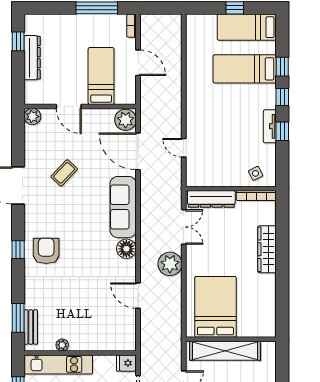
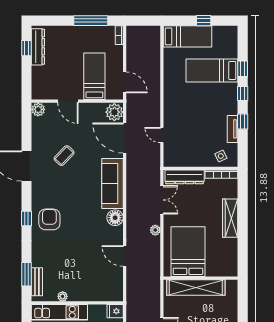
bed: (247, 27) -> (188, 36), moved, turned 180
dresser: (32, 58) -> (38, 47), moved
door: (138, 63) -> (125, 82), moved
tv unit: (270, 126) -> (232, 129), moved
plant: (170, 264) -> (155, 230), width x0.53, depth x0.53
bed: (215, 307) -> (188, 252), moved
wall: (231, 339) -> (201, 278), moved
shelving: (225, 351) -> (196, 287), moved

